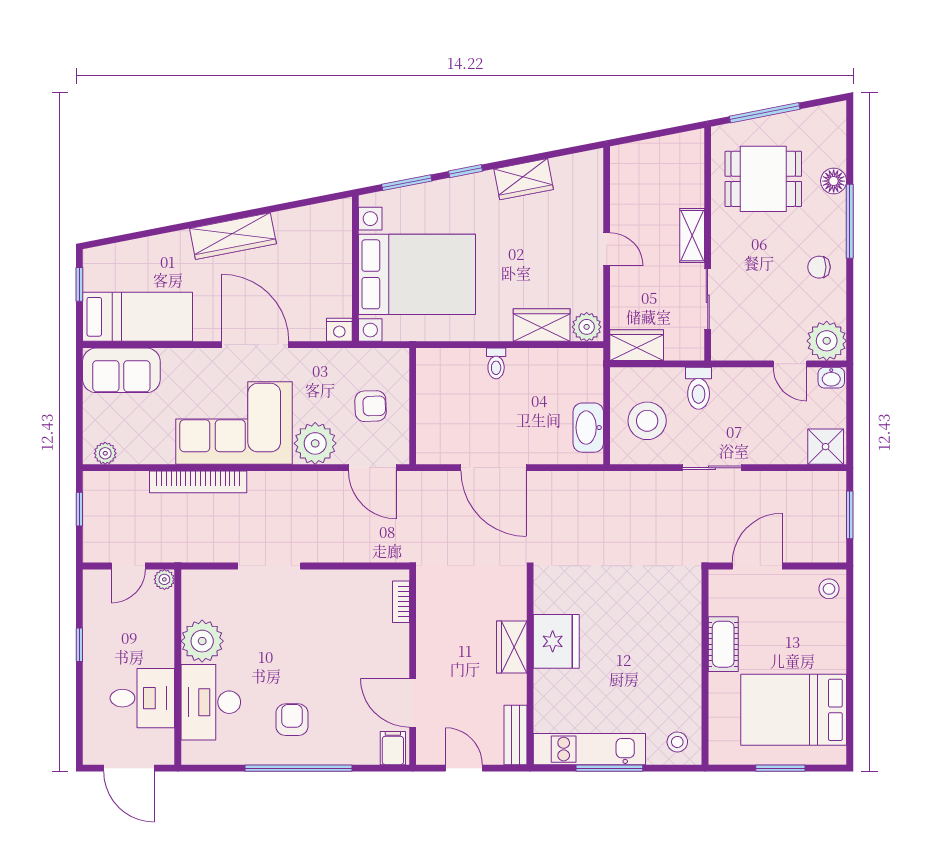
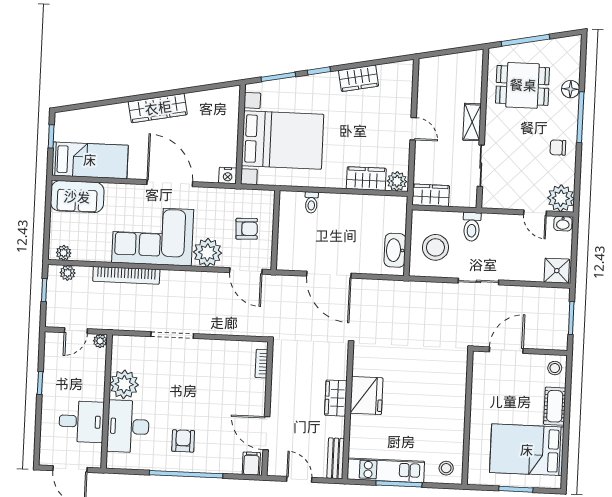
toilet: (496, 363) -> (311, 202), moved
plant: (112, 482) -> (68, 273), added
cot: (723, 644) -> (555, 406), moved

